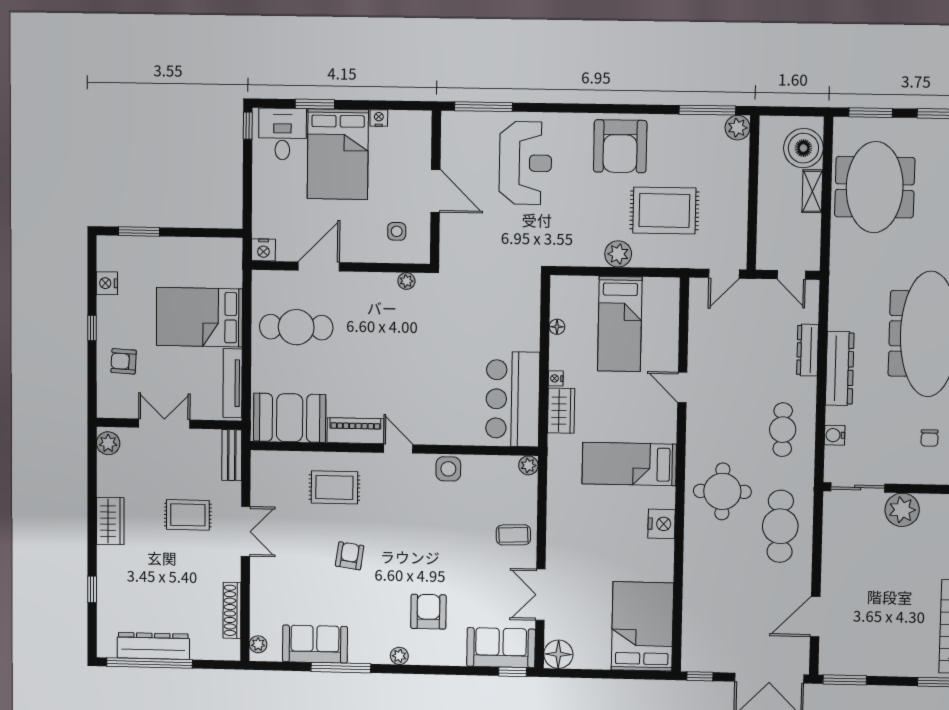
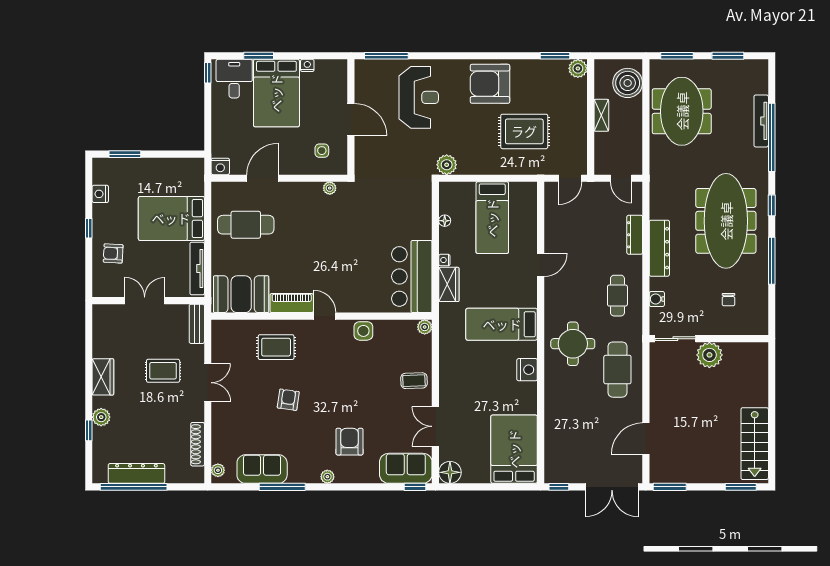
window: (707, 110) -> (555, 56), width x0.69
armchair: (620, 146) -> (490, 84), turned 90
shelving: (812, 191) -> (601, 115), moved
plant: (618, 254) -> (447, 165), moved
door: (682, 387) -> (541, 265), swing flipped
plant: (108, 443) -> (101, 417), moved

